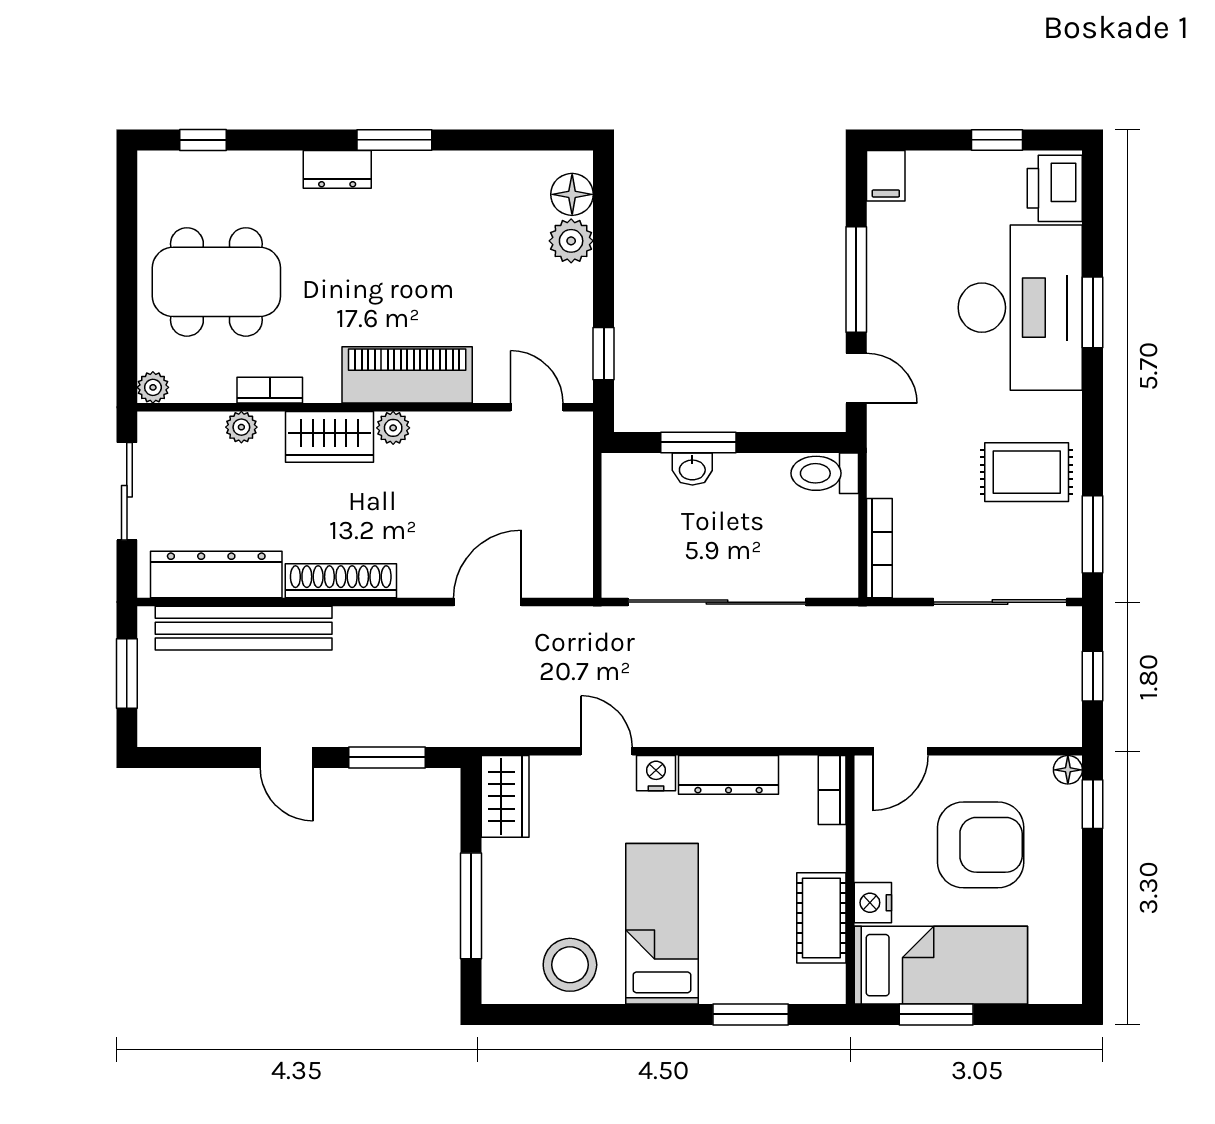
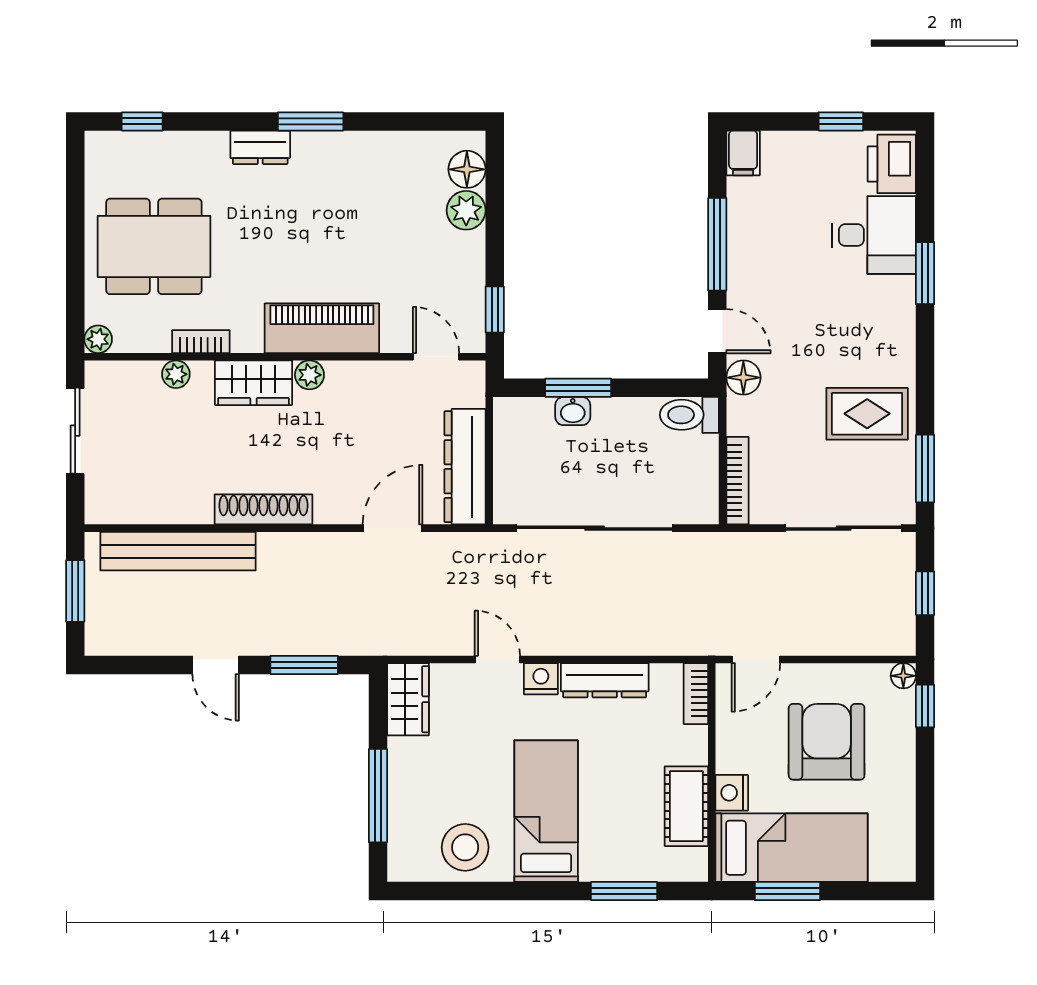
desk: (1020, 308) -> (874, 235), width x0.53, depth x0.77
floor lamp: (886, 431) -> (743, 378), added
dresser: (216, 574) -> (465, 467), moved, turned -90
armchair: (981, 845) -> (827, 742), turned -90

